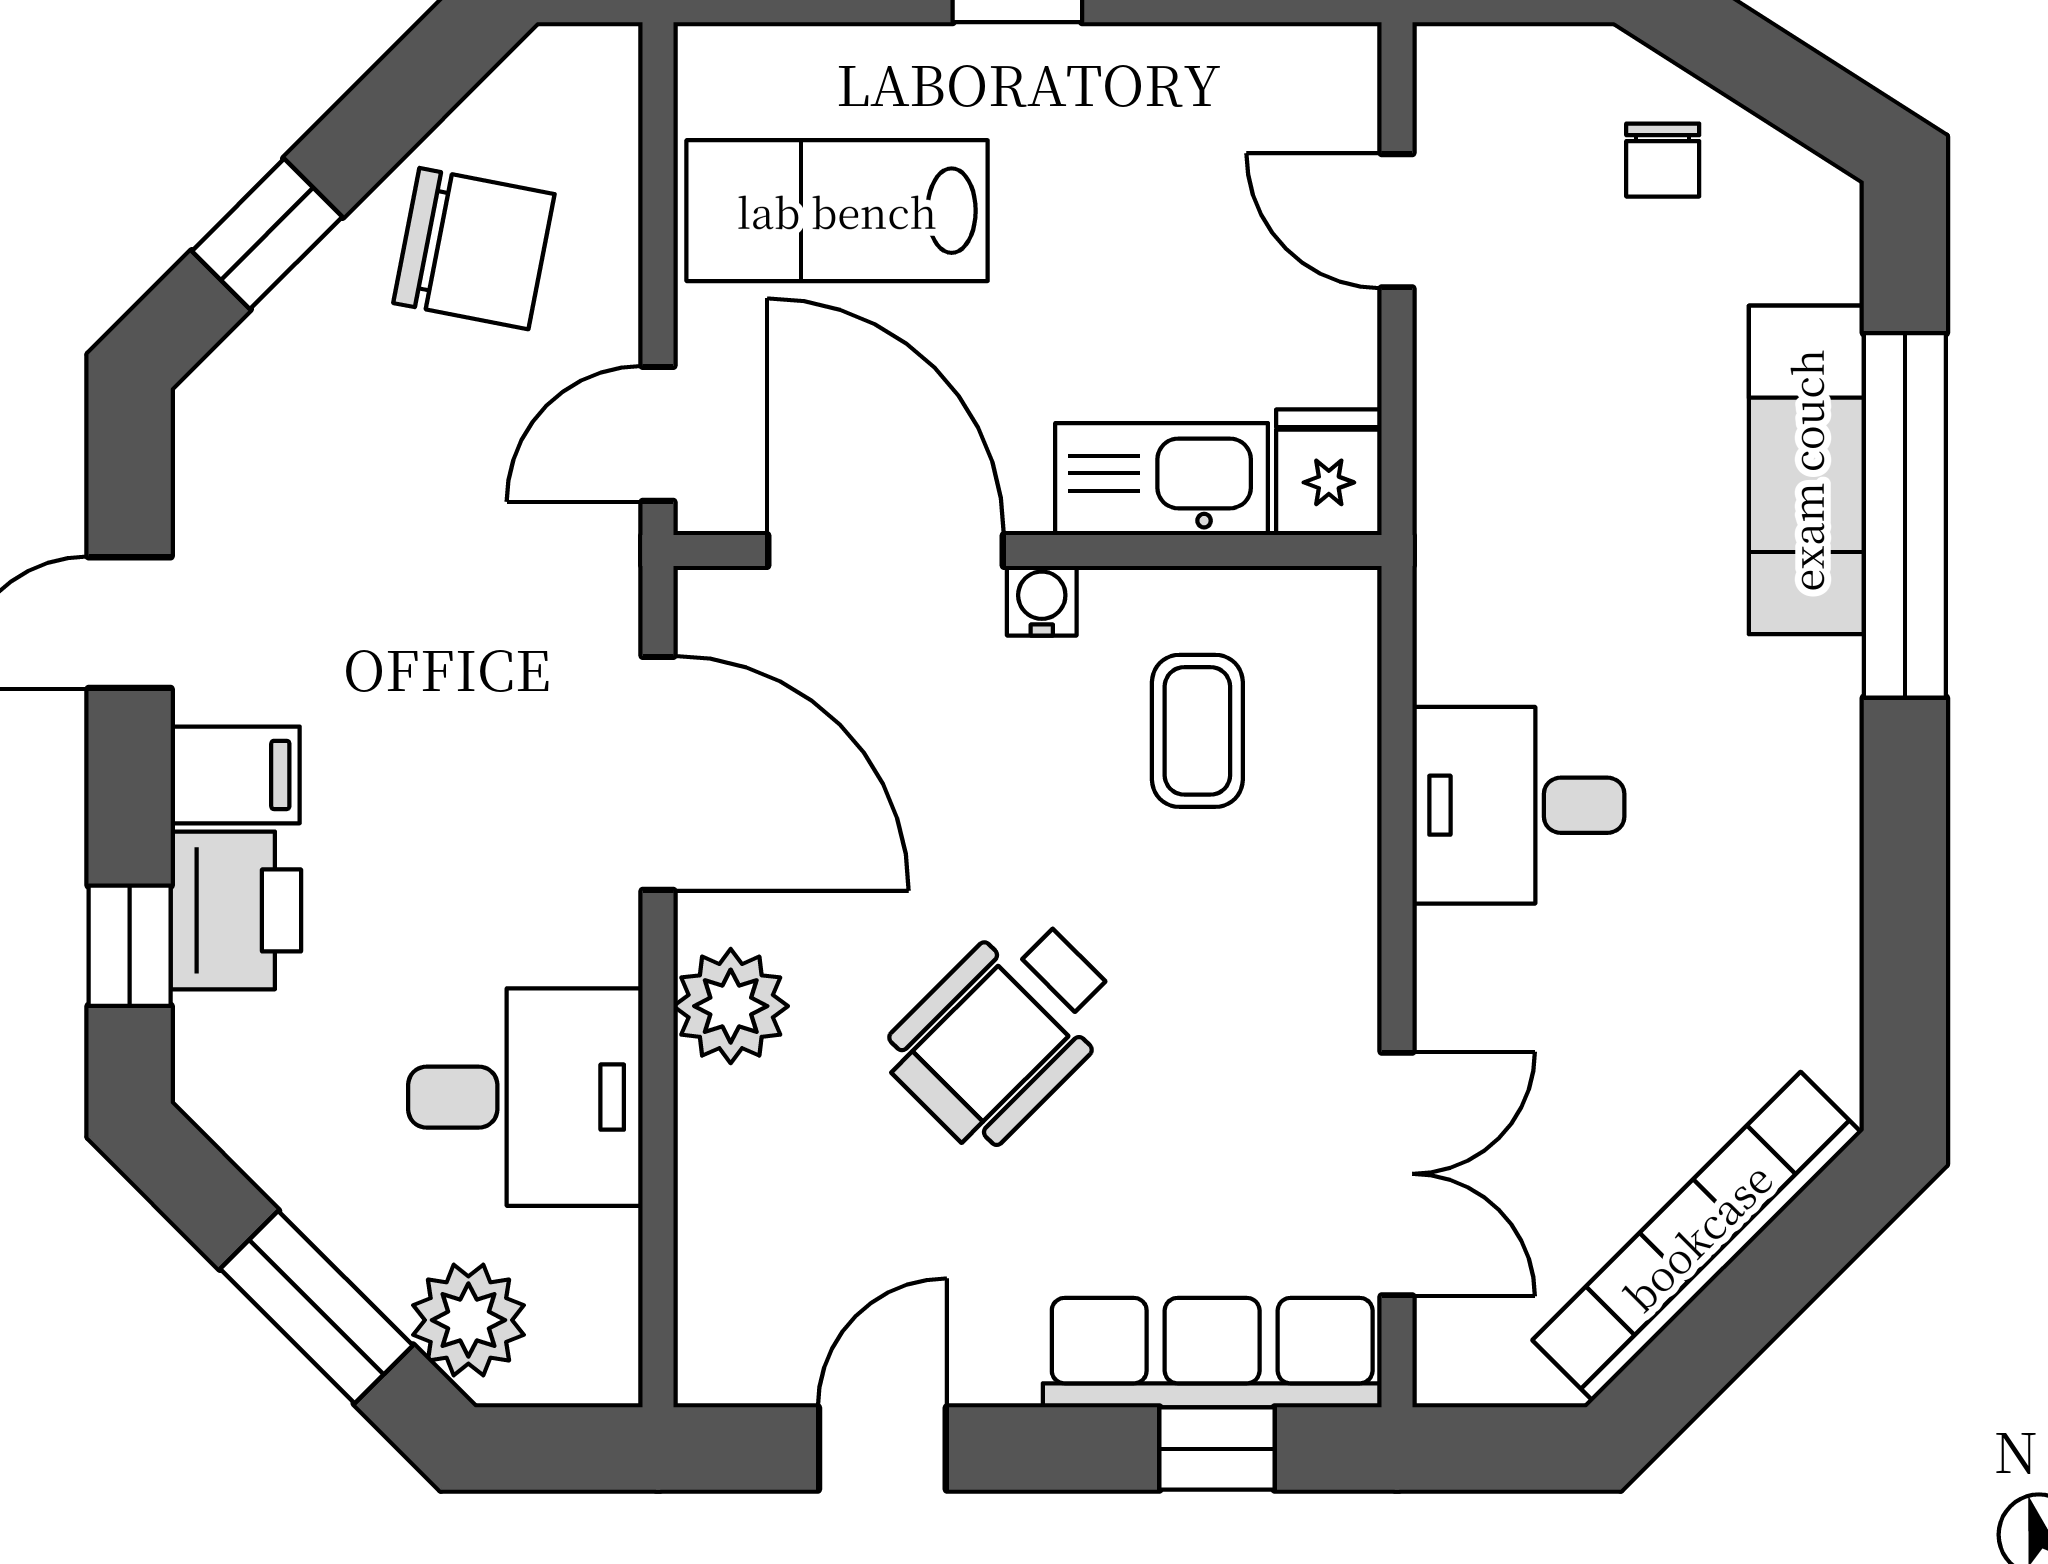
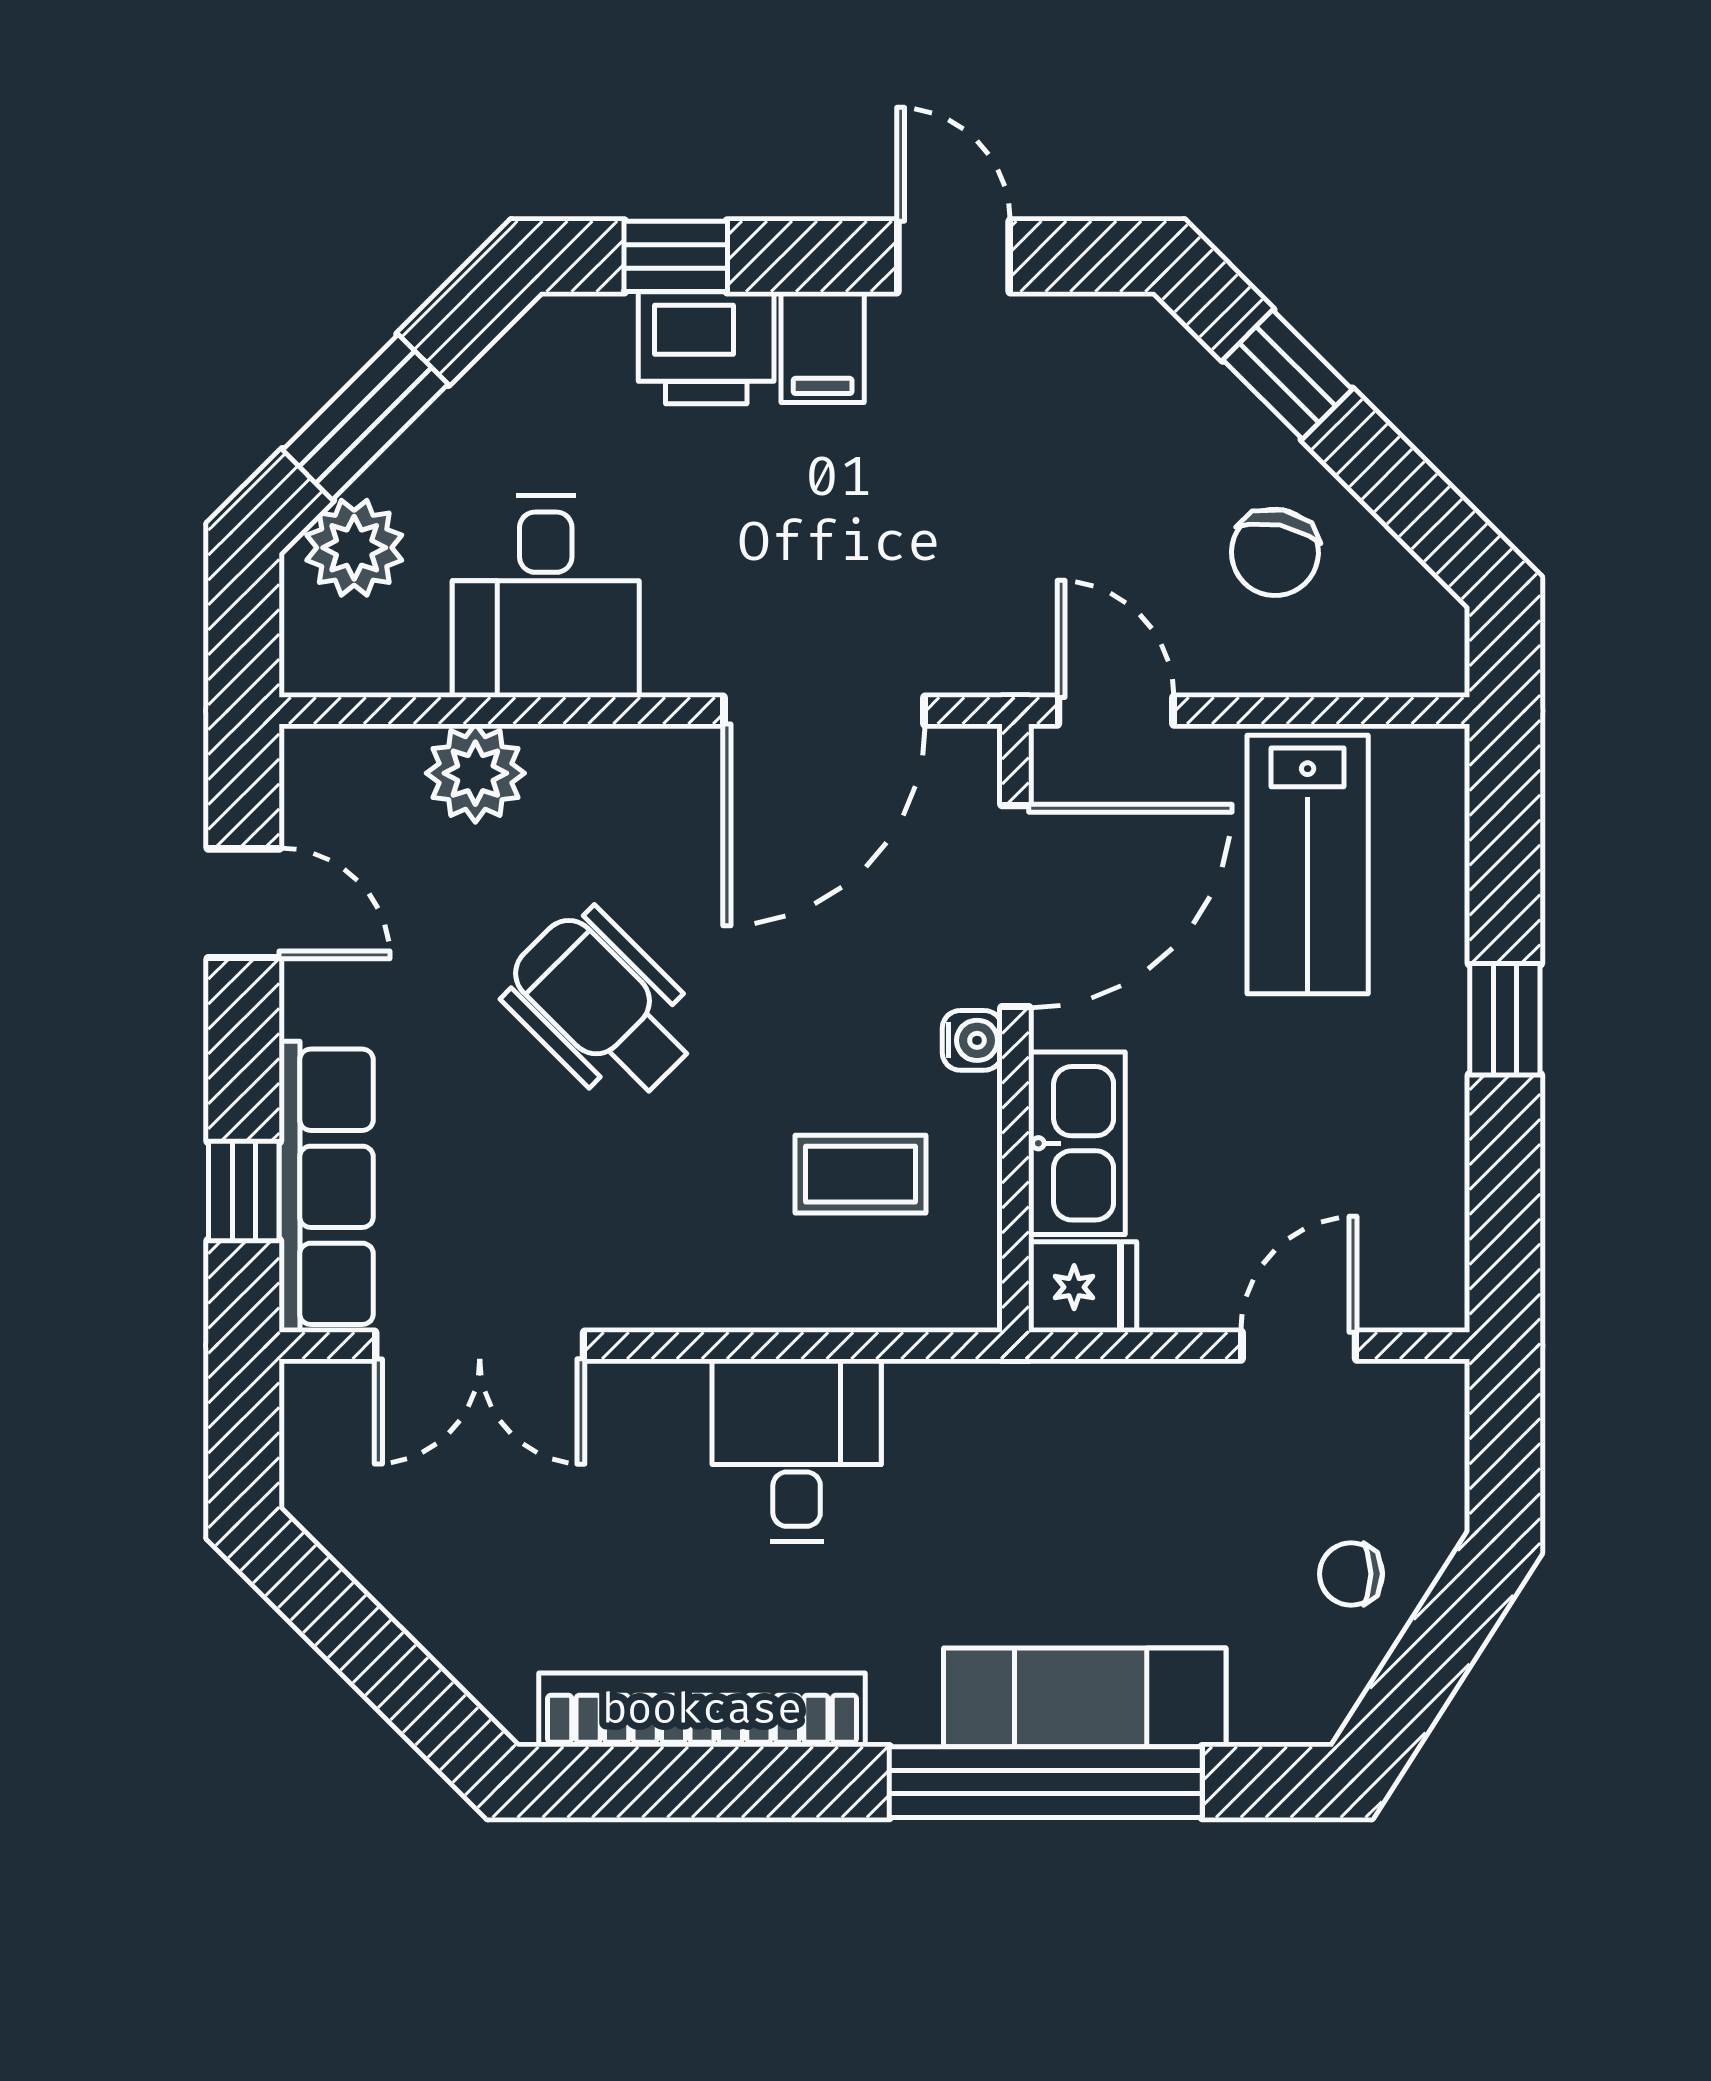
lab bench: (837, 211) -> (1308, 864), turned 180
chair: (474, 249) -> (1275, 552), width x0.73, depth x0.73
plant: (731, 1006) -> (475, 773), moved
bookcase: (1697, 1236) -> (702, 1710), moved, turned -45

